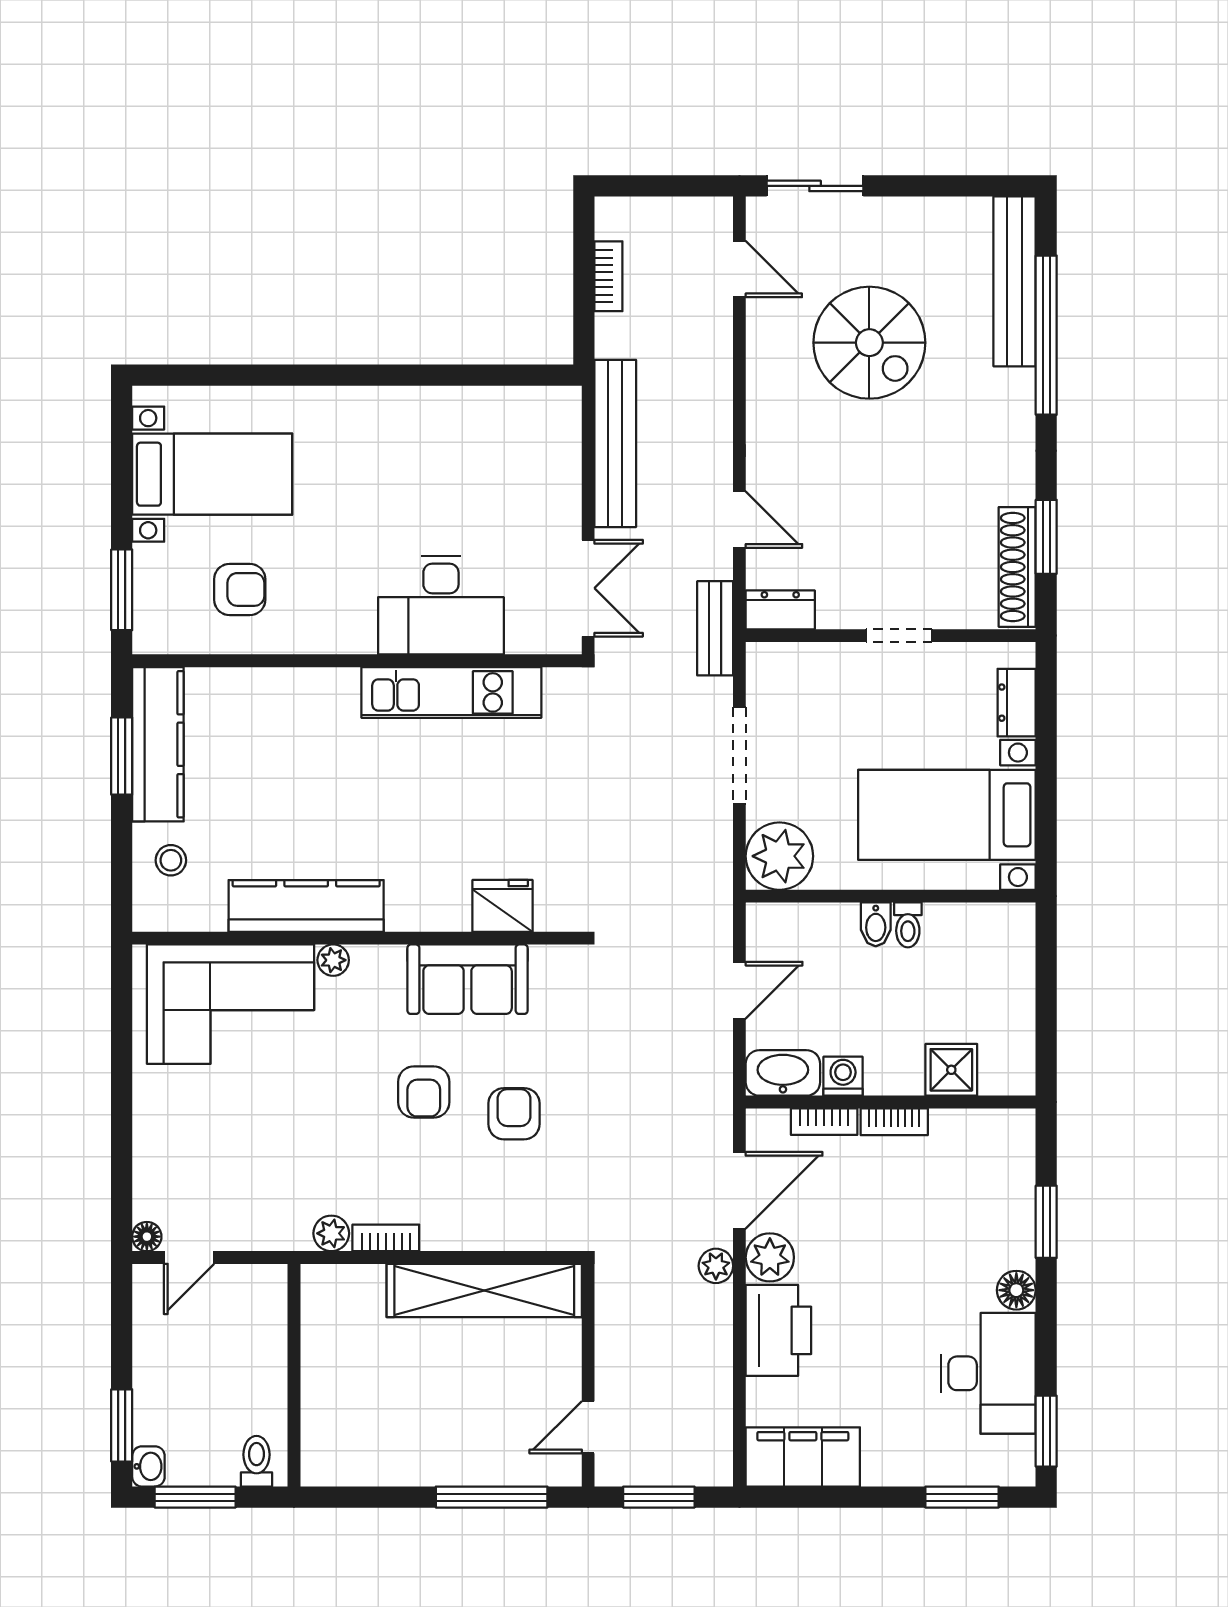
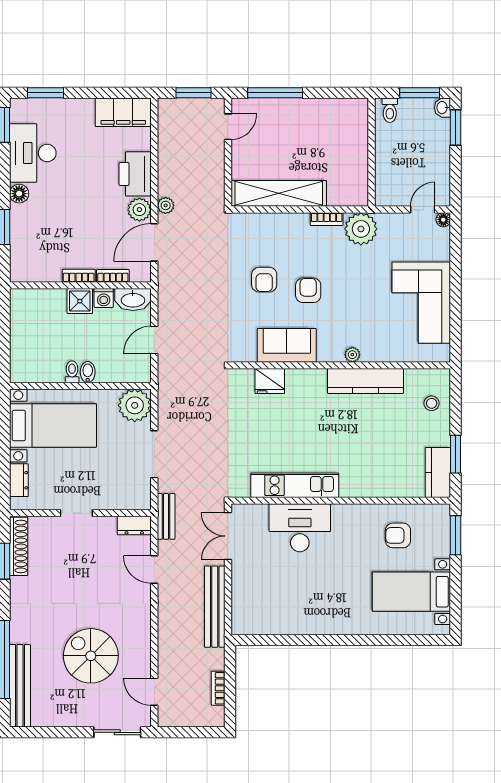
kitchen counter: (158, 744) -> (438, 472), width x0.67
corner sofa: (230, 1004) -> (421, 303), moved, turned -90
shower: (951, 1070) -> (80, 301), moved
plant: (331, 1233) -> (361, 229), width x1.88, depth x1.88

